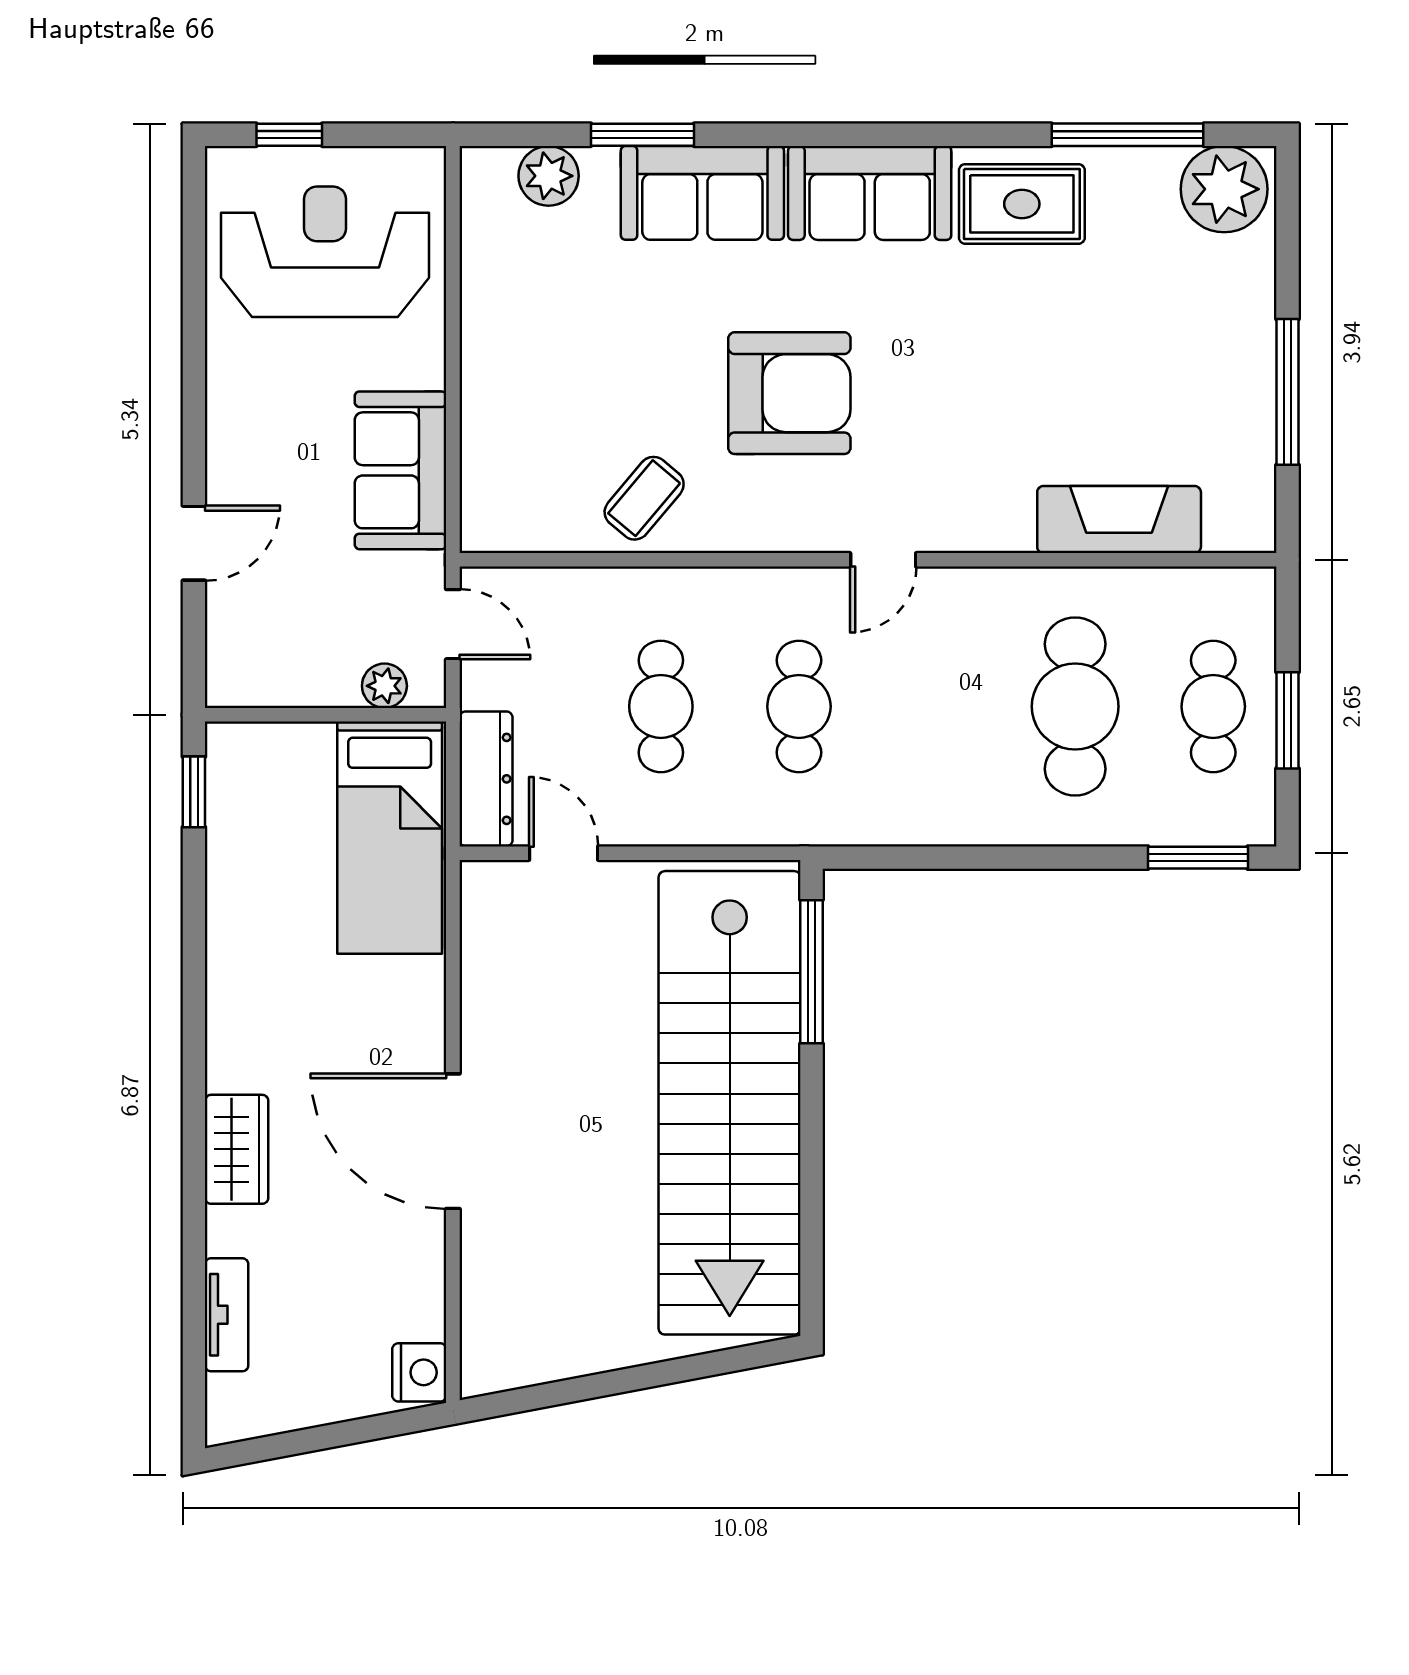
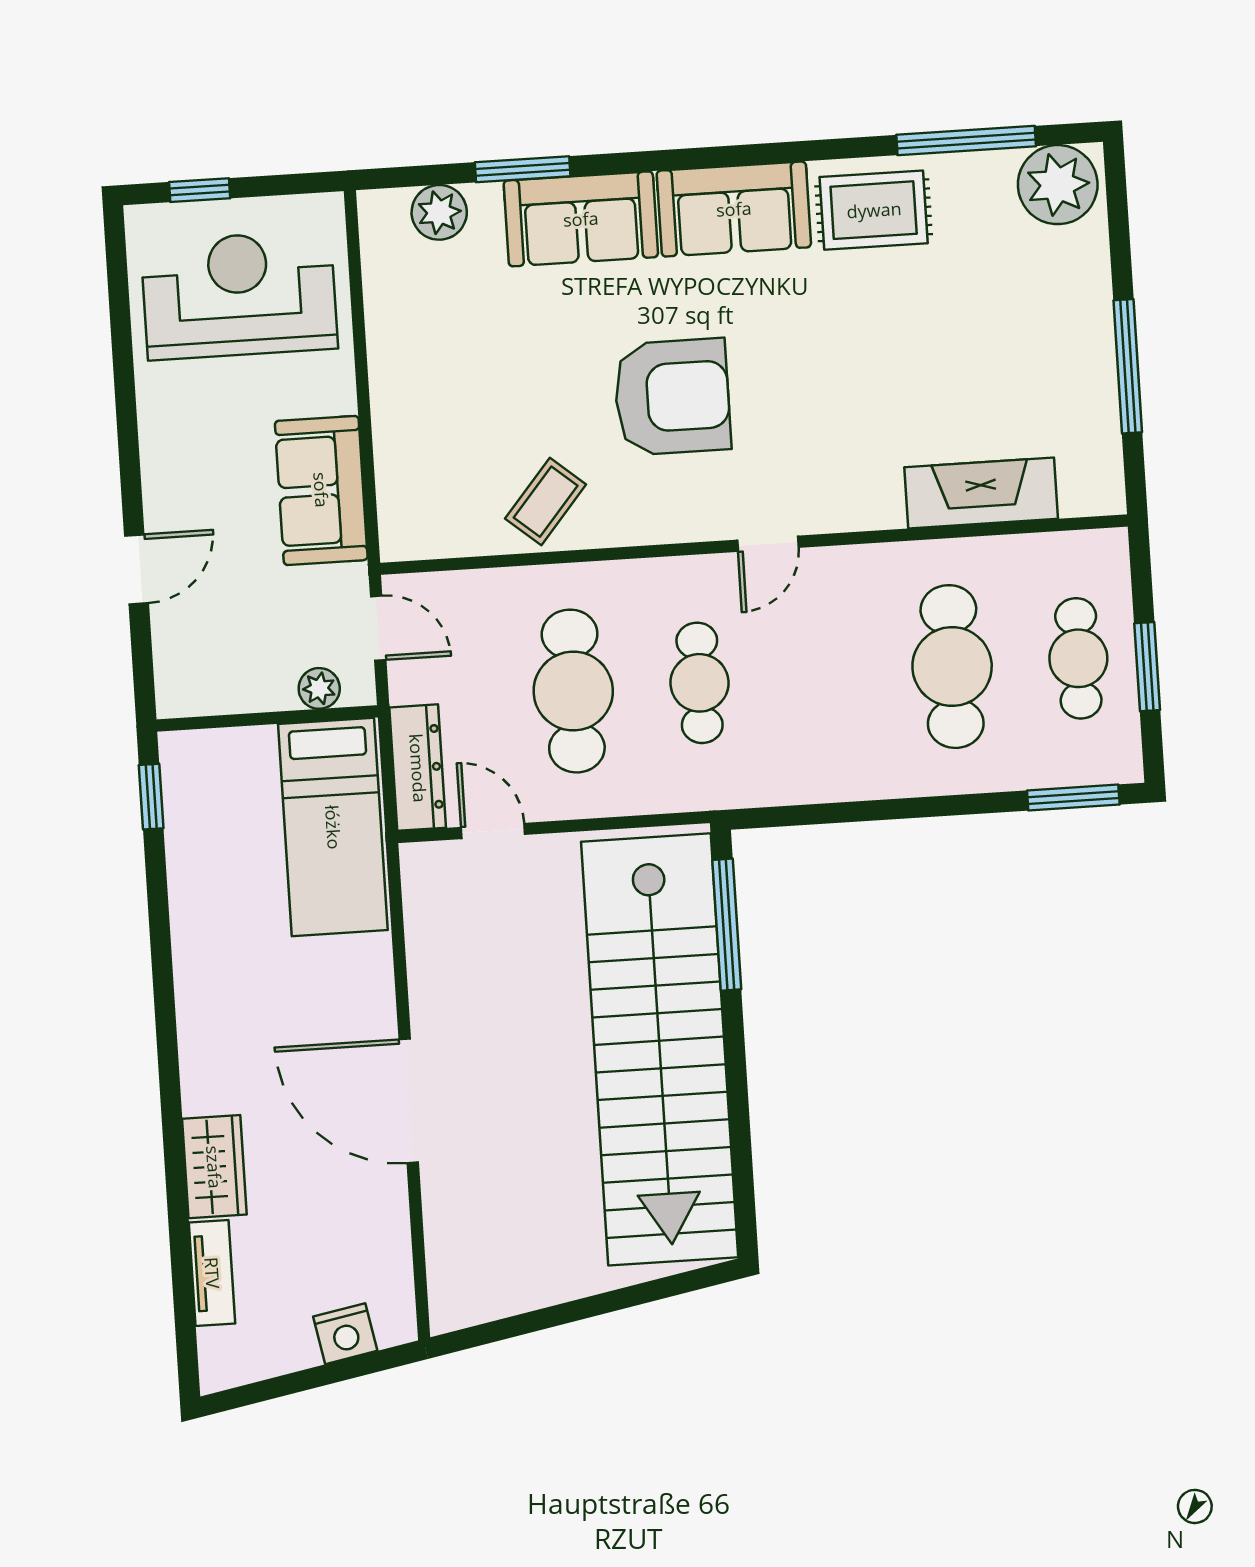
cafe table: (661, 706) -> (573, 691), width x1.37, depth x1.35
wardrobe: (237, 1149) -> (214, 1167), moved
nightstand: (419, 1372) -> (345, 1334), moved, turned 79

